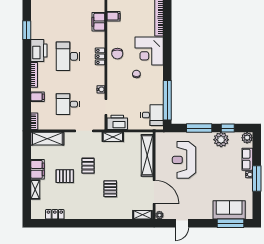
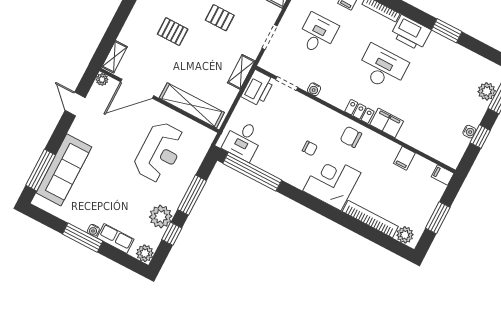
filing cabinet: (98, 22) -> (387, 123), moved
reception desk: (184, 160) -> (160, 152), turned 90
sofa: (229, 210) -> (64, 170), width x1.36

